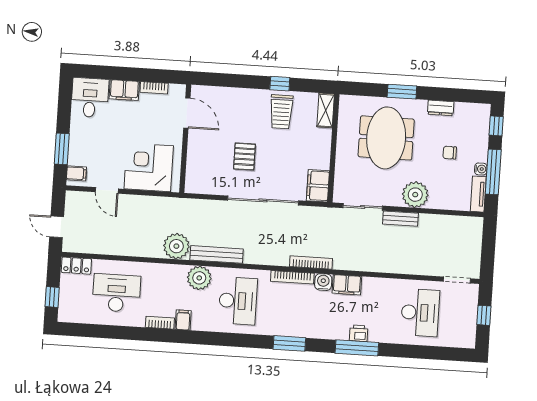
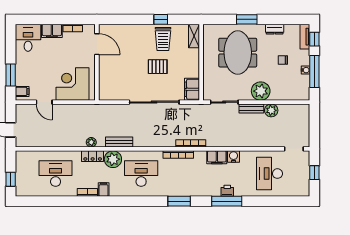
pallet: (244, 157) -> (158, 67), moved, turned 90
tv unit: (478, 194) -> (305, 37), moved
plant: (428, 223) -> (271, 110), added
plant: (176, 246) -> (91, 142), width x0.53, depth x0.53
bench: (217, 254) -> (119, 142), width x0.73
locker: (76, 266) -> (93, 156), moved
water cooler: (323, 282) -> (233, 157), moved
desk: (238, 301) -> (141, 174), turned -90
desk: (420, 313) -> (269, 174), turned 180

